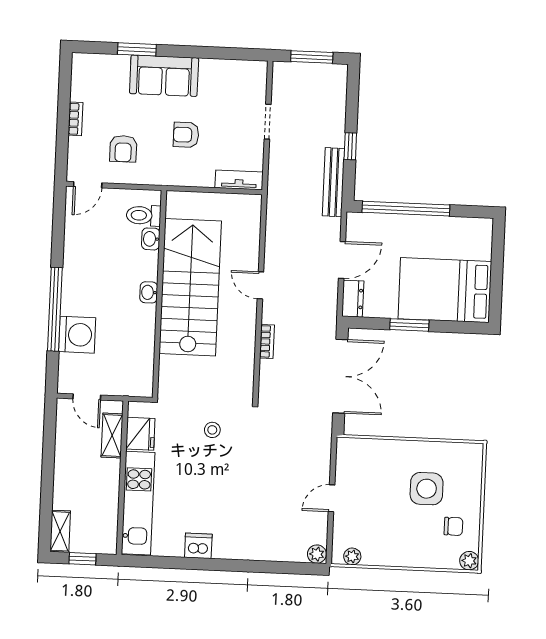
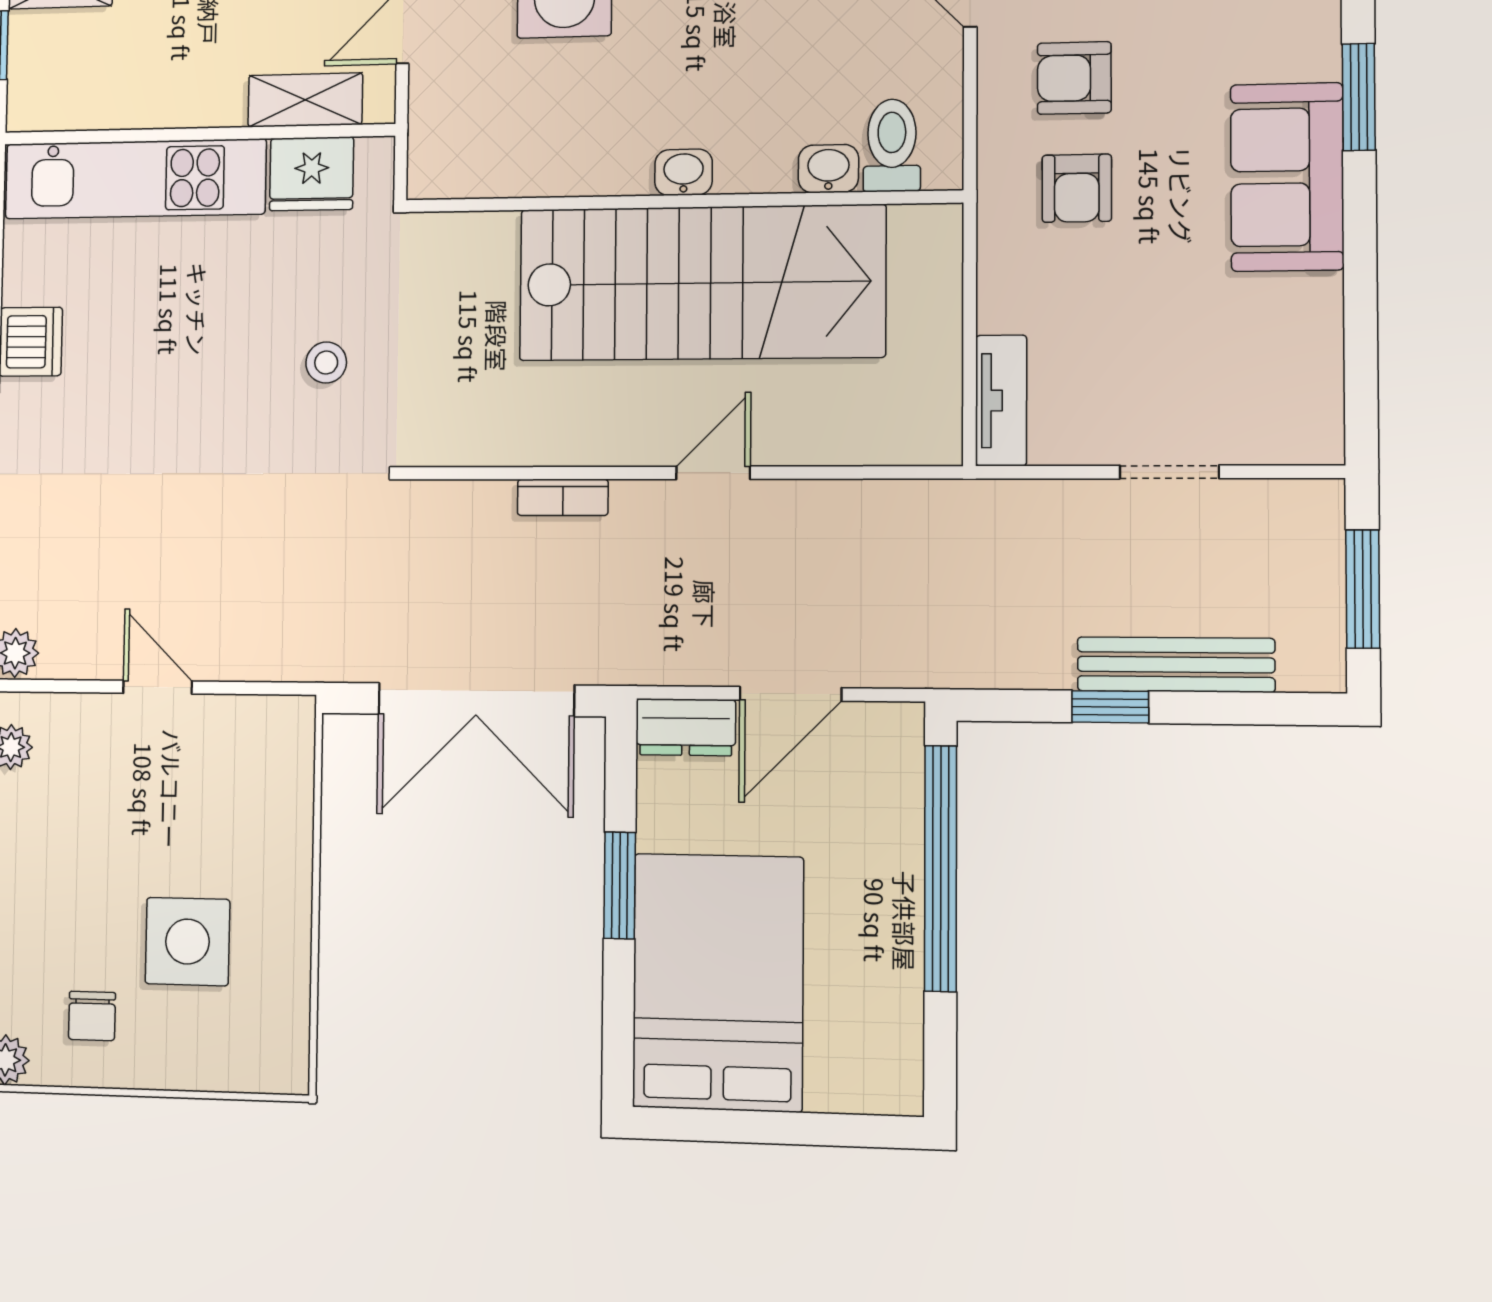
armchair: (186, 135) -> (1077, 188), moved, turned 180
bench: (334, 182) -> (1176, 665), moved
door: (342, 260) -> (791, 694), hinge flipped

